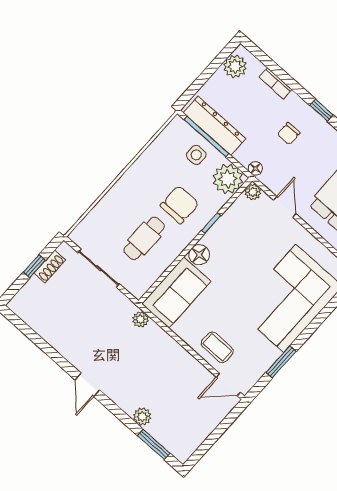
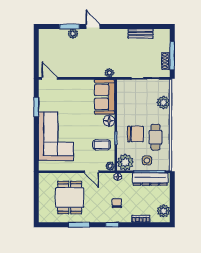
chair: (180, 205) -> (135, 134), turned -90
plant: (103, 213) -> (163, 103), added
cafe table: (144, 238) -> (155, 137), moved
window: (34, 266) -> (172, 56), width x2.17
bench: (51, 335) -> (141, 34), added
coffee table: (217, 347) -> (102, 145), moved
door: (87, 385) -> (93, 26), moved
door: (228, 385) -> (50, 78), hinge flipped
window: (154, 444) -> (69, 26), moved

